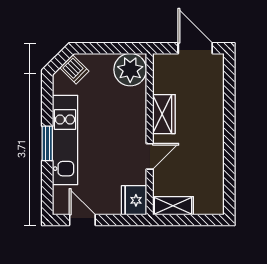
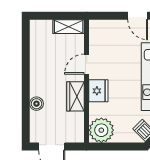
boiler: (215, 104) -> (36, 104), added
fridge: (134, 200) -> (98, 91), moved

